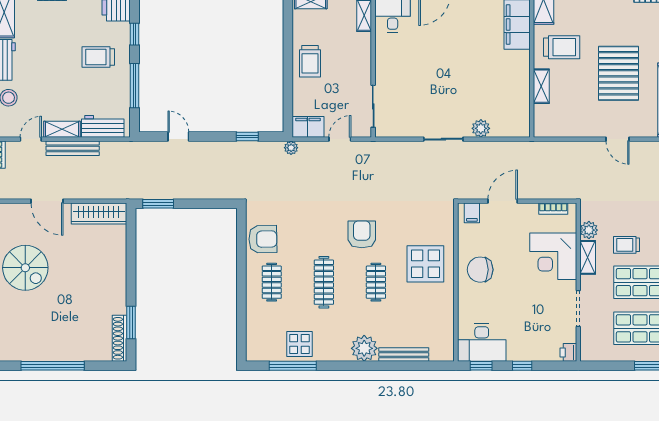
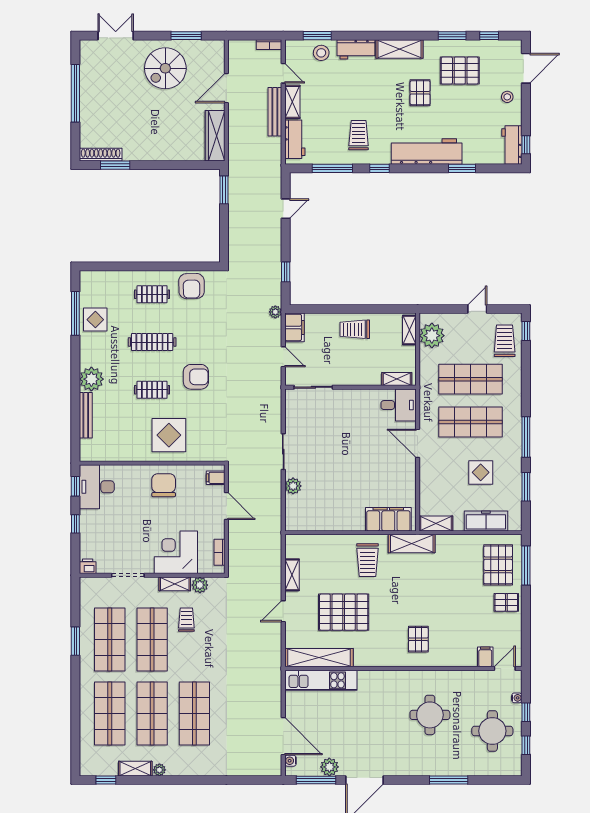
shelving: (541, 86) -> (292, 575), moved, turned 90

